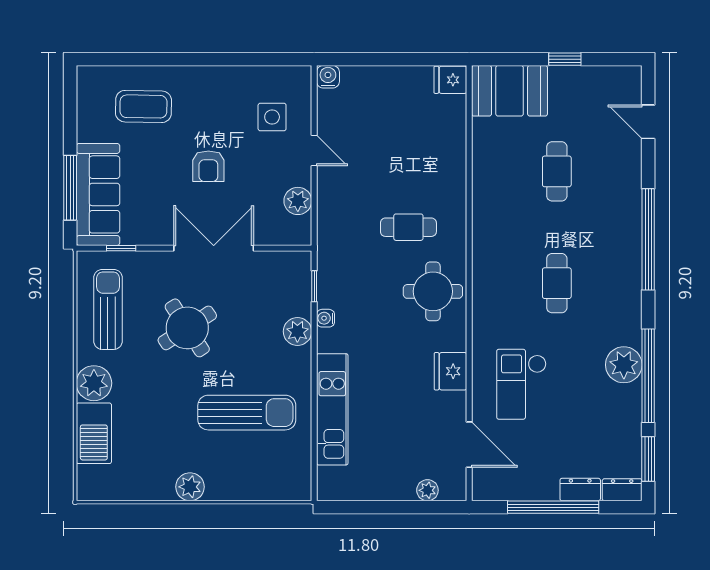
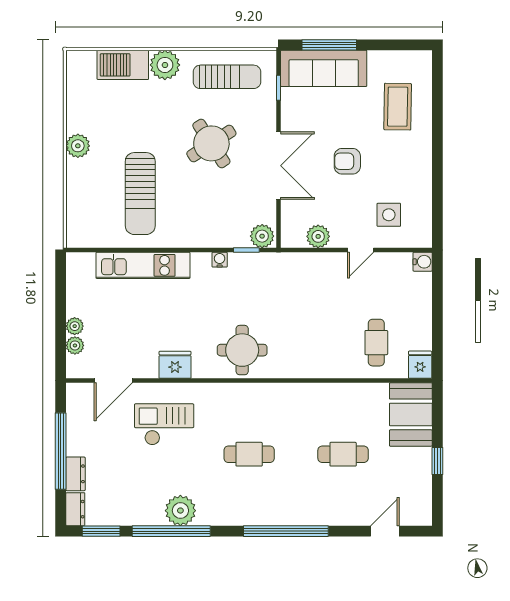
cafe table: (408, 227) -> (376, 343), moved
plant: (297, 331) -> (262, 236), moved
plant: (404, 491) -> (75, 326), added

